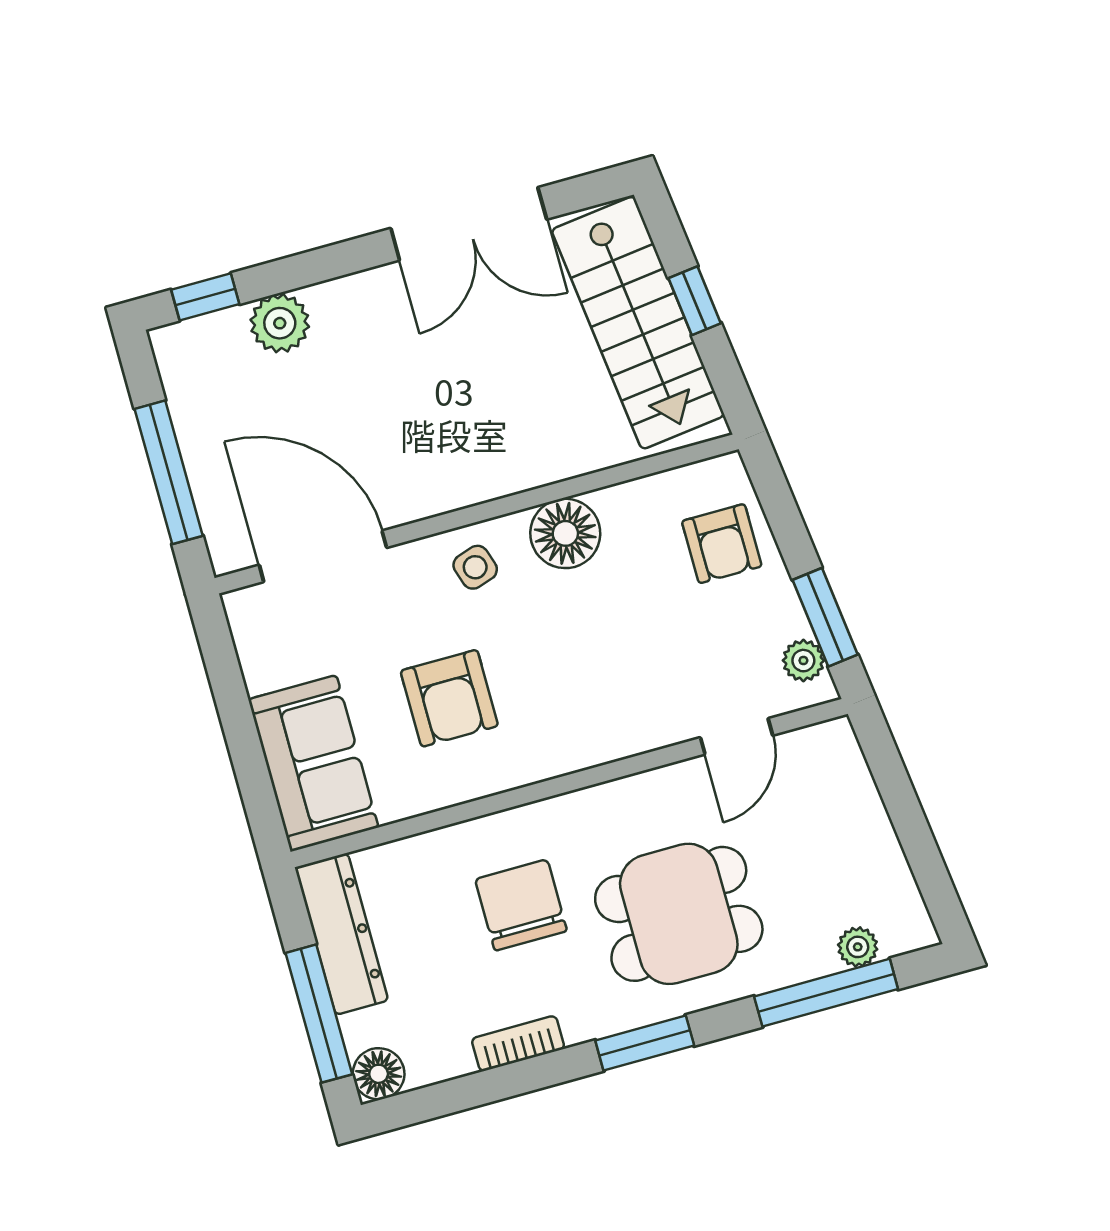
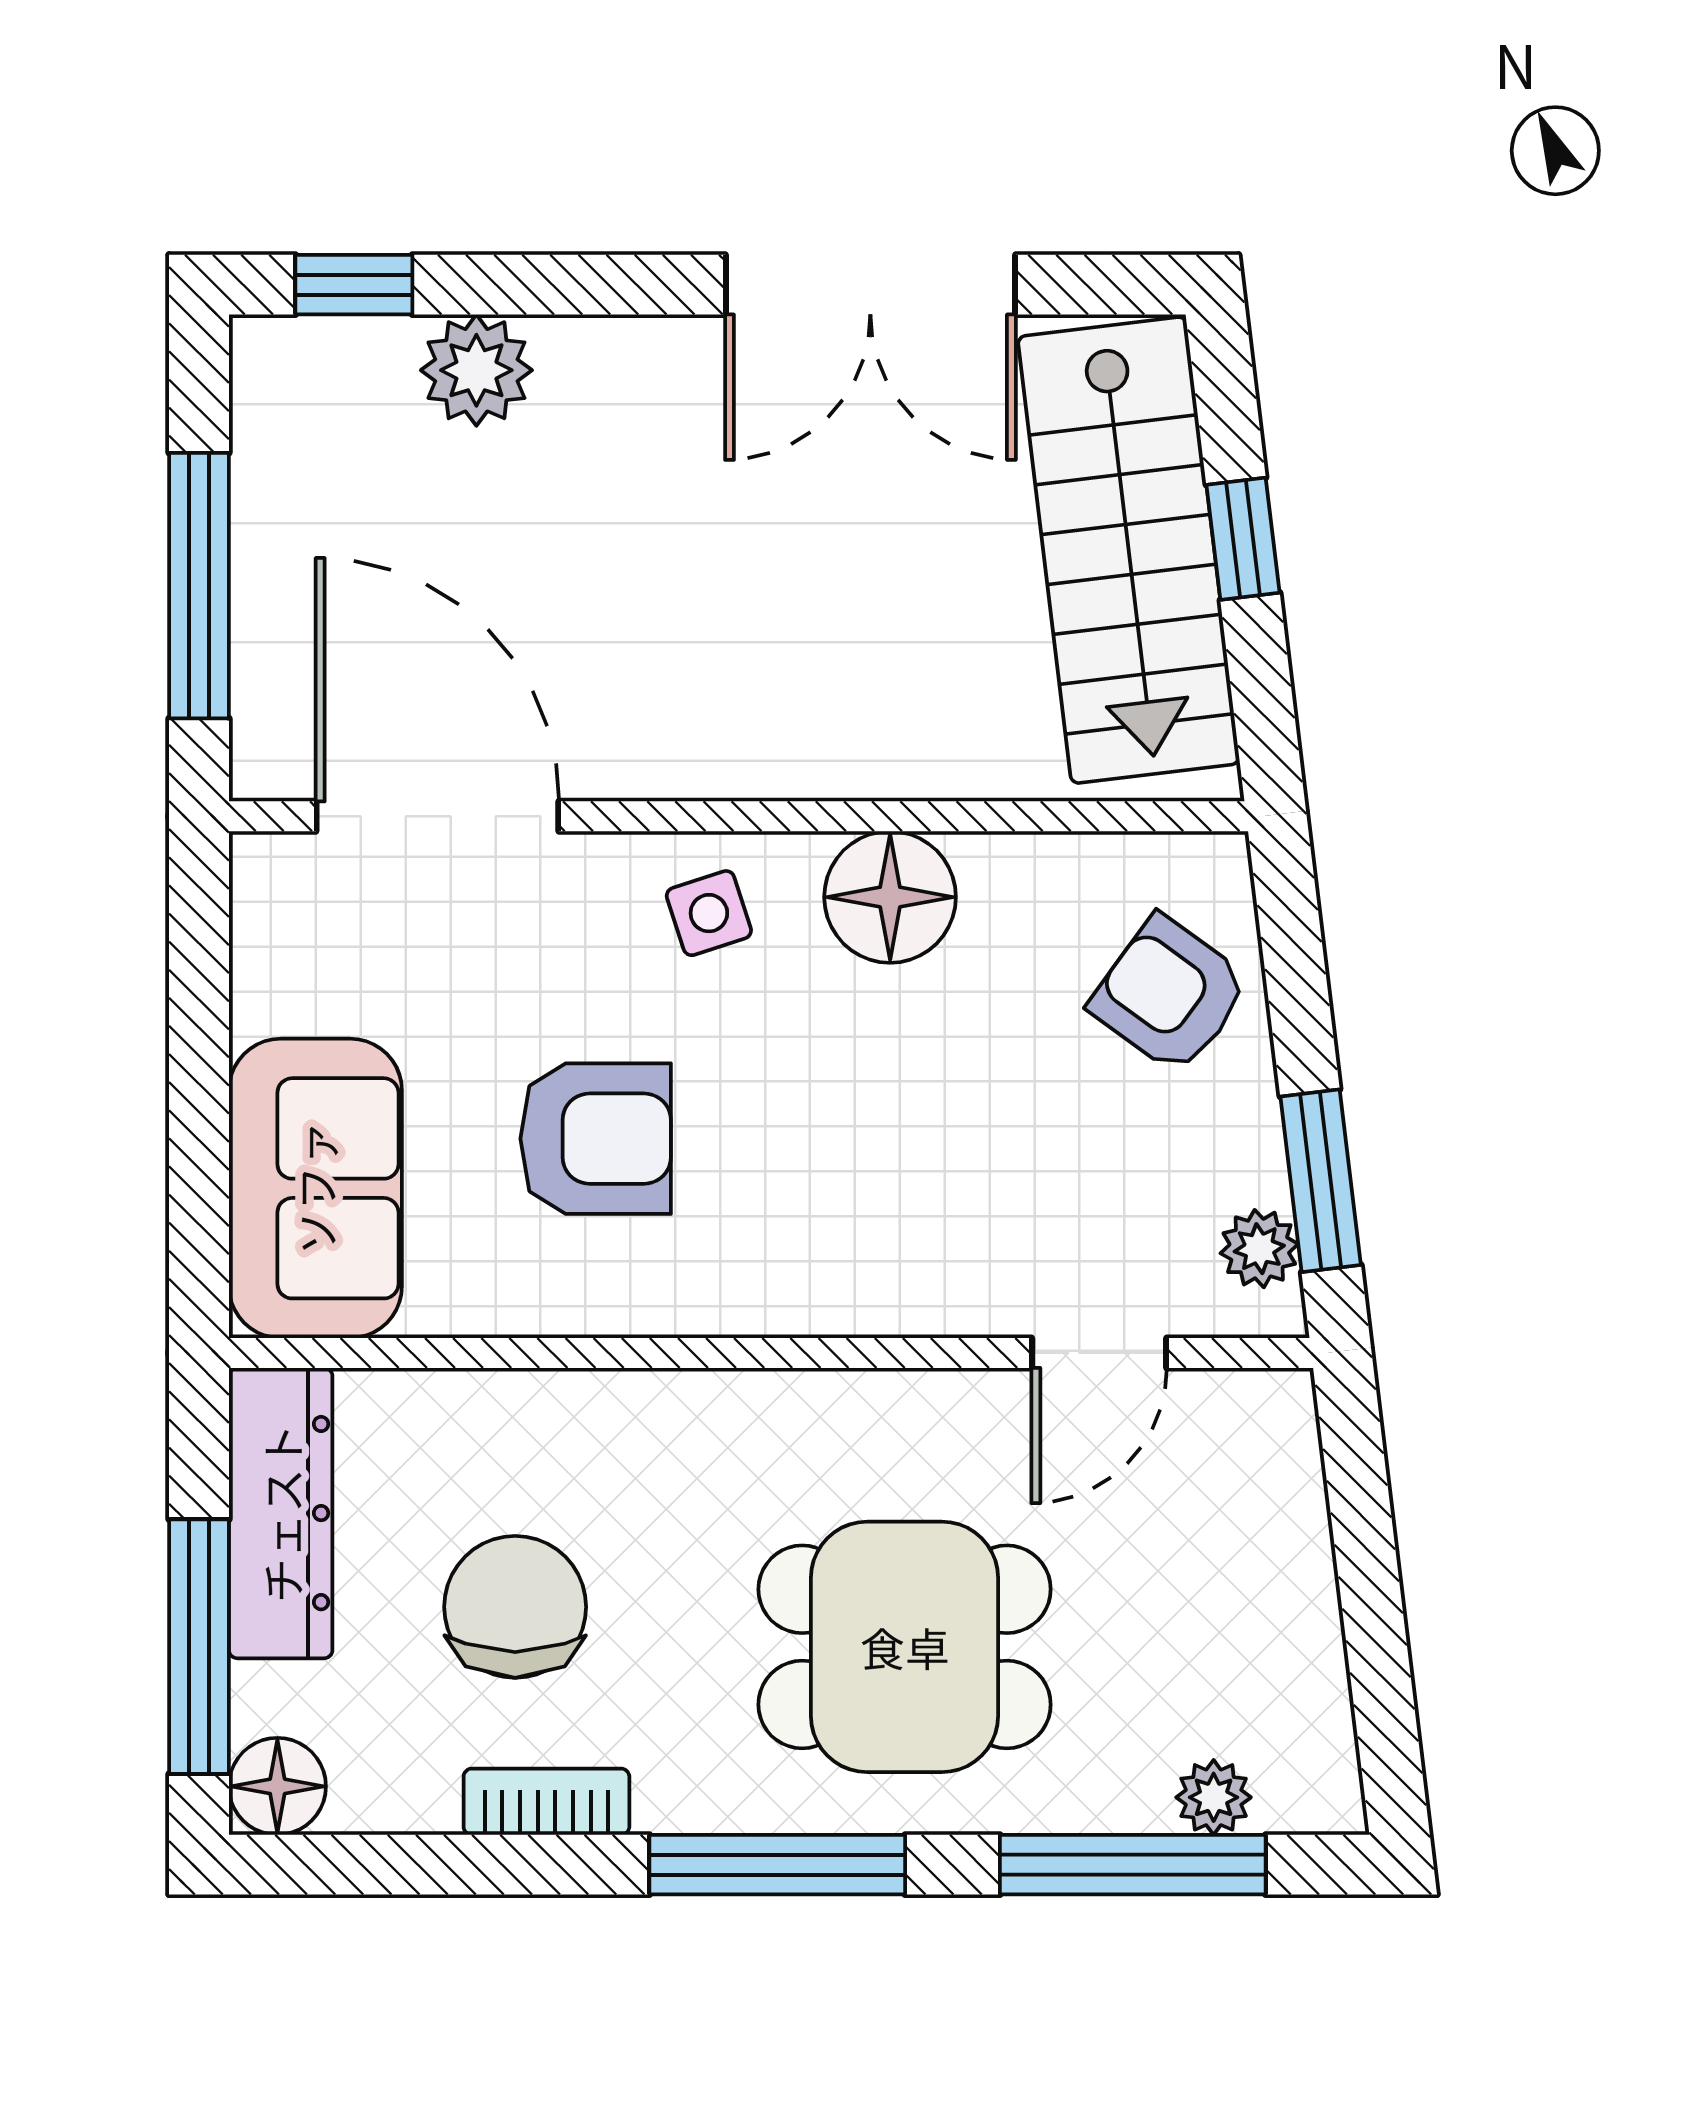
armchair: (722, 544) -> (1170, 995), turned 126
armchair: (449, 698) -> (596, 1139), turned -90
chair: (521, 905) -> (515, 1607), moved
window: (645, 1043) -> (777, 1865), width x1.44

